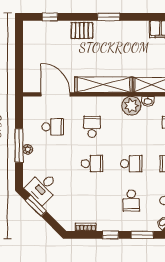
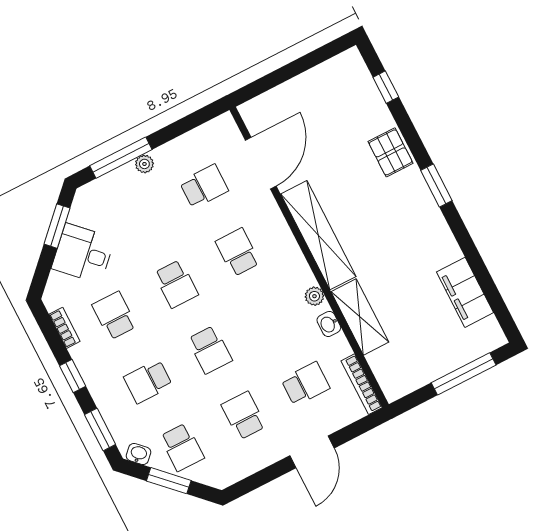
plant: (131, 106) -> (314, 296), width x0.53, depth x0.53
school desk: (53, 127) -> (204, 186), turned -90
school desk: (92, 127) -> (238, 252), turned -90
window: (19, 146) -> (121, 158), moved
desk: (42, 188) -> (83, 254), moved
school desk: (92, 200) -> (114, 316), added

